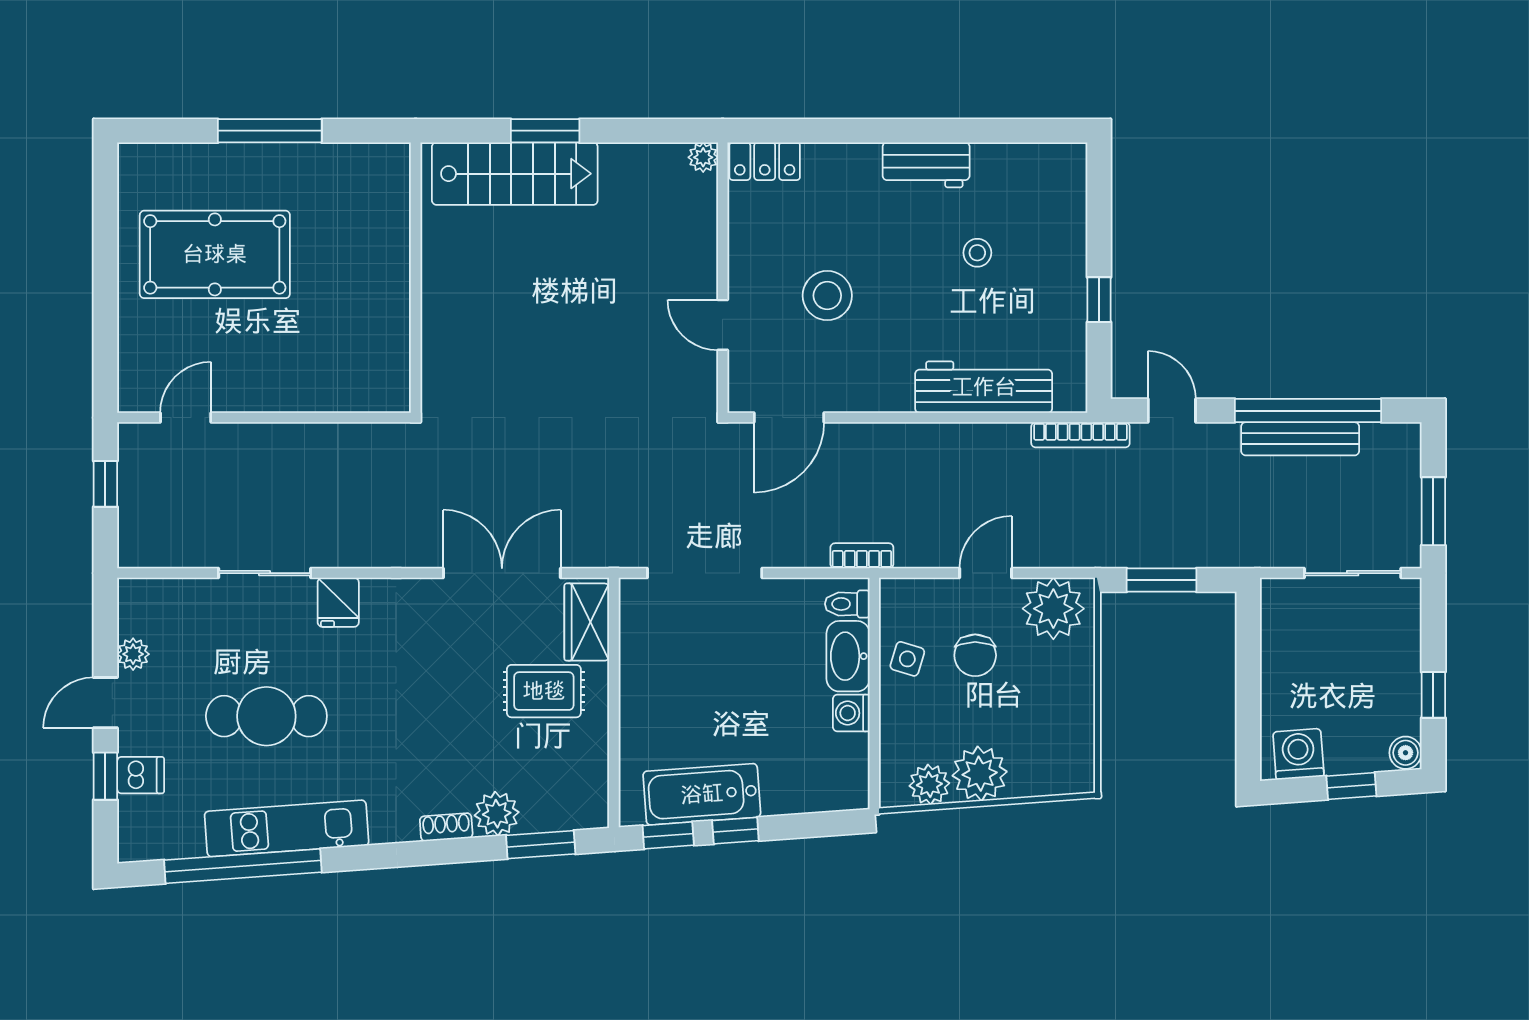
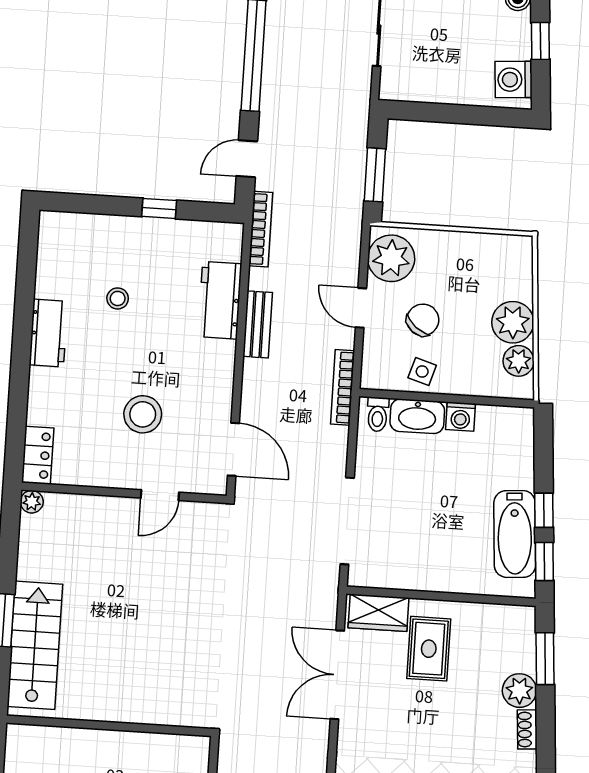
workbench: (984, 387) -> (220, 300), width x0.73
bench: (1300, 439) -> (258, 324), moved, width x0.73
bookcase: (862, 556) -> (343, 387), width x1.56
chair: (975, 655) -> (423, 320), turned -51

